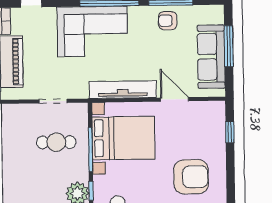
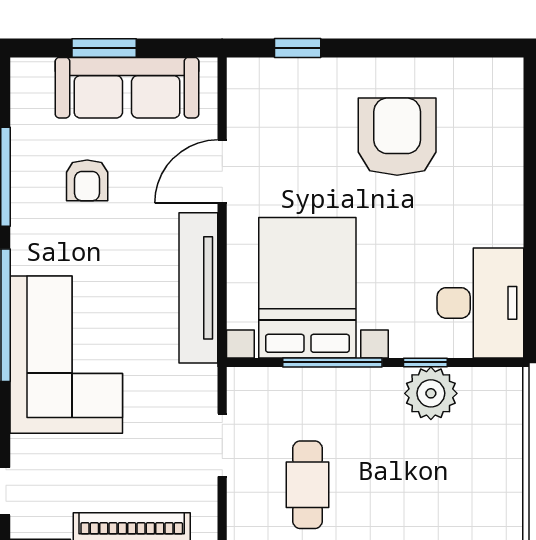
armchair: (168, 21) -> (87, 180), moved
window: (229, 46) -> (104, 48), width x0.69
cafe table: (56, 142) -> (307, 485), moved

